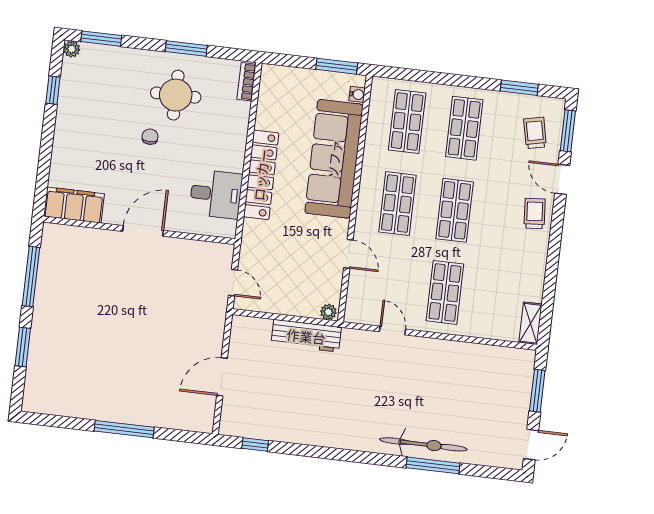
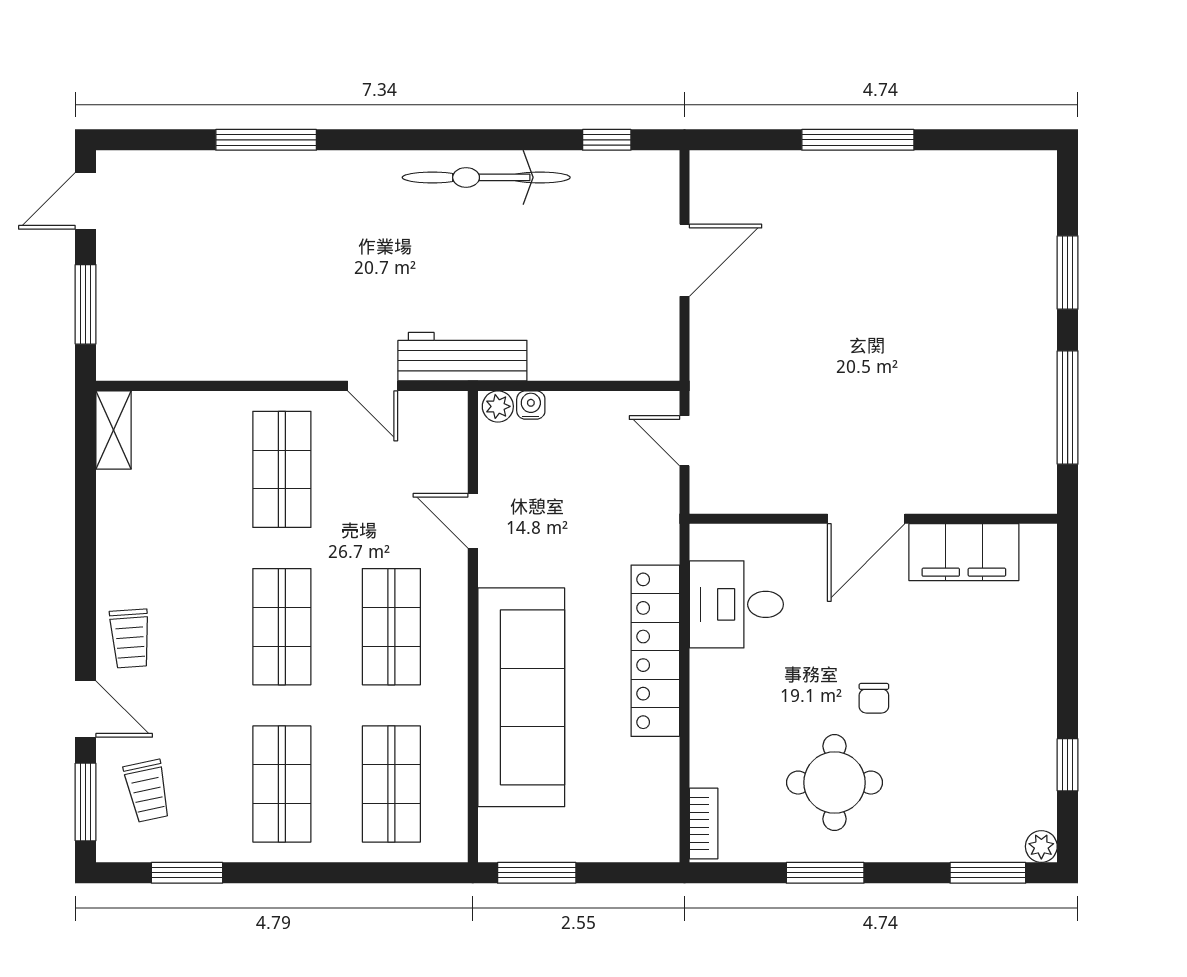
water cooler: (357, 94) -> (531, 405), moved, turned 90
filing cabinet: (74, 205) -> (964, 552), moved
workbench: (306, 336) -> (462, 357), moved
bicycle: (423, 444) -> (486, 177), moved

